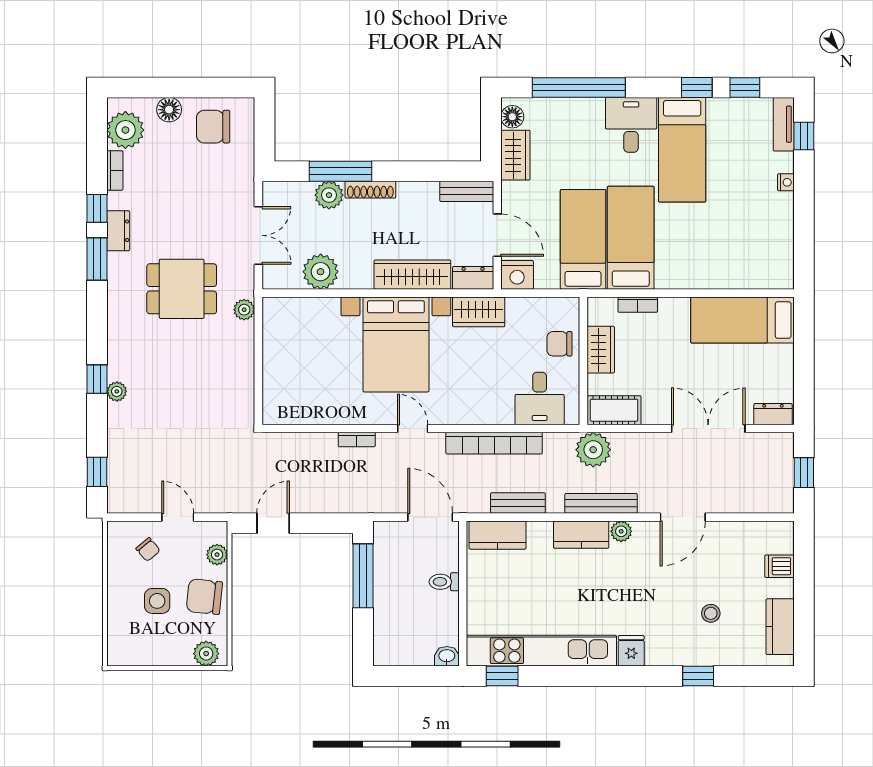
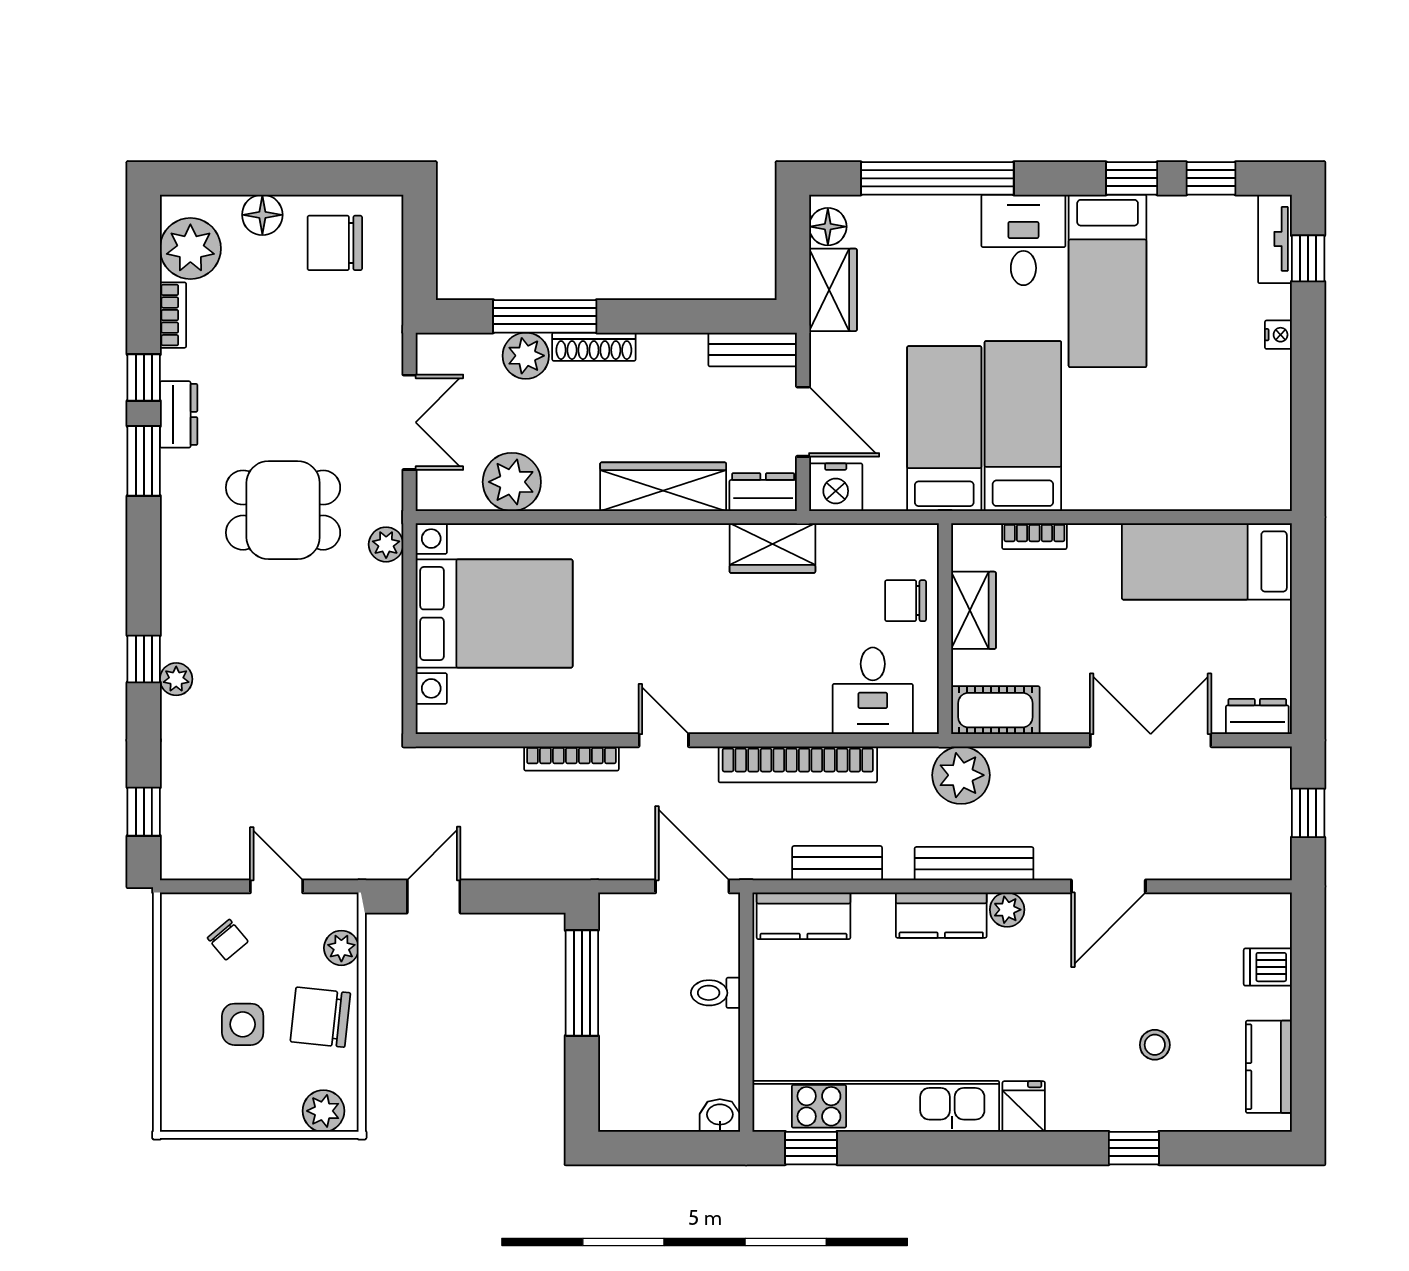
bed with nightstands: (396, 344) -> (494, 614), moved, turned -90
bookcase: (357, 440) -> (571, 758), width x1.56

